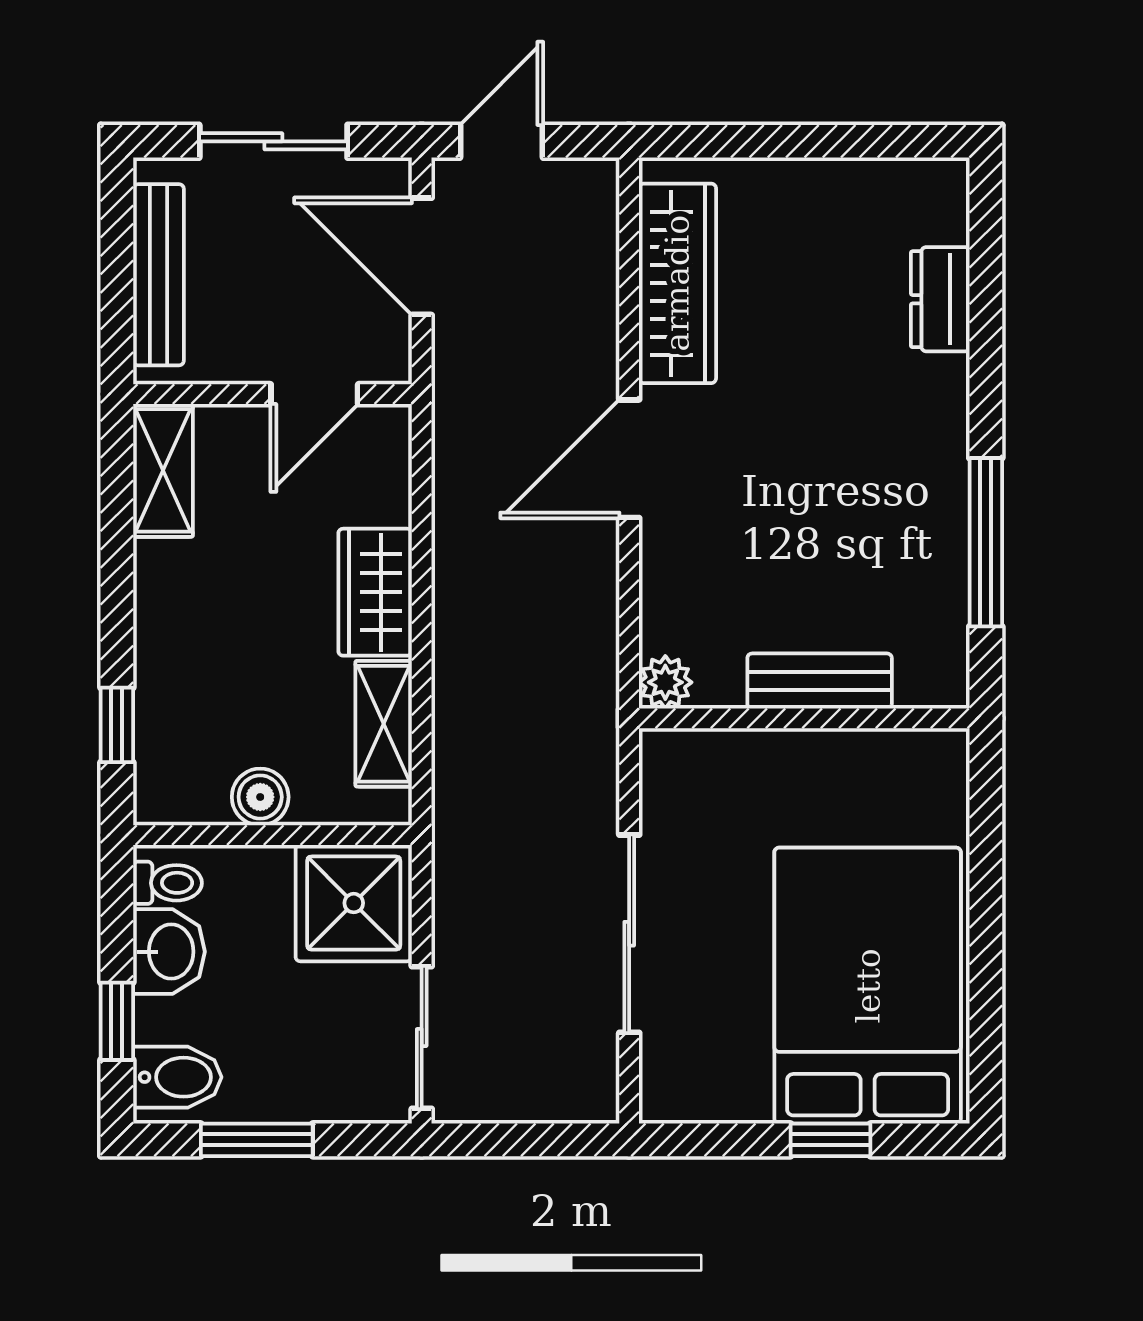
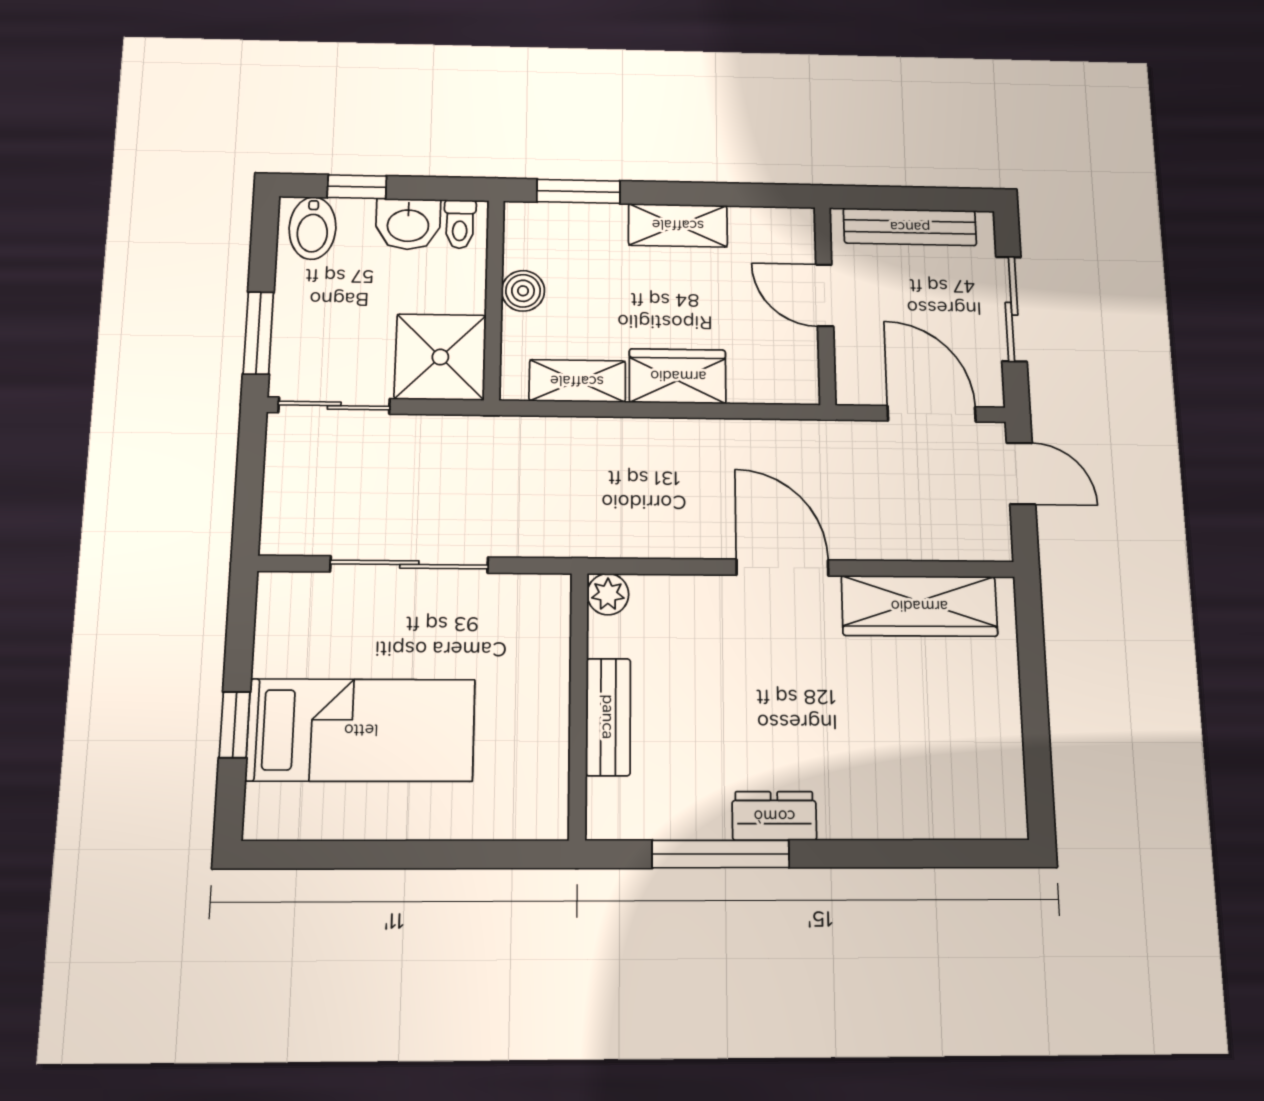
door: (422, 256) -> (932, 414), hinge flipped
dresser: (940, 299) -> (774, 816), moved
door: (314, 394) -> (825, 295), moved
shelving: (163, 470) -> (678, 225), moved
window: (117, 725) -> (578, 191), width x1.50
bed: (868, 986) -> (361, 730), width x0.67
window: (257, 1140) -> (258, 333), moved

